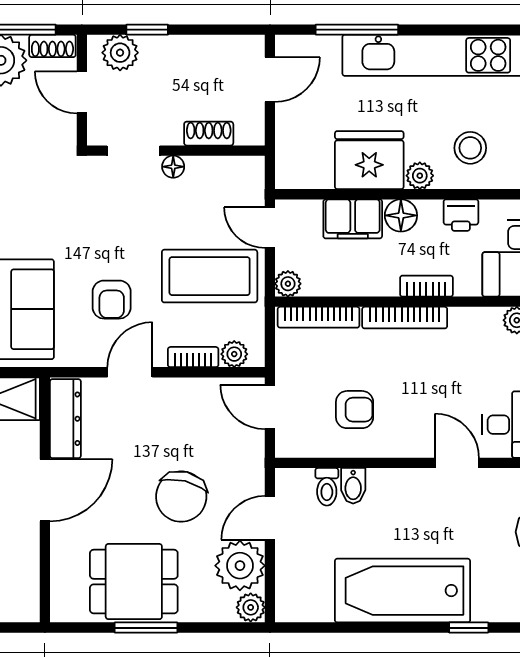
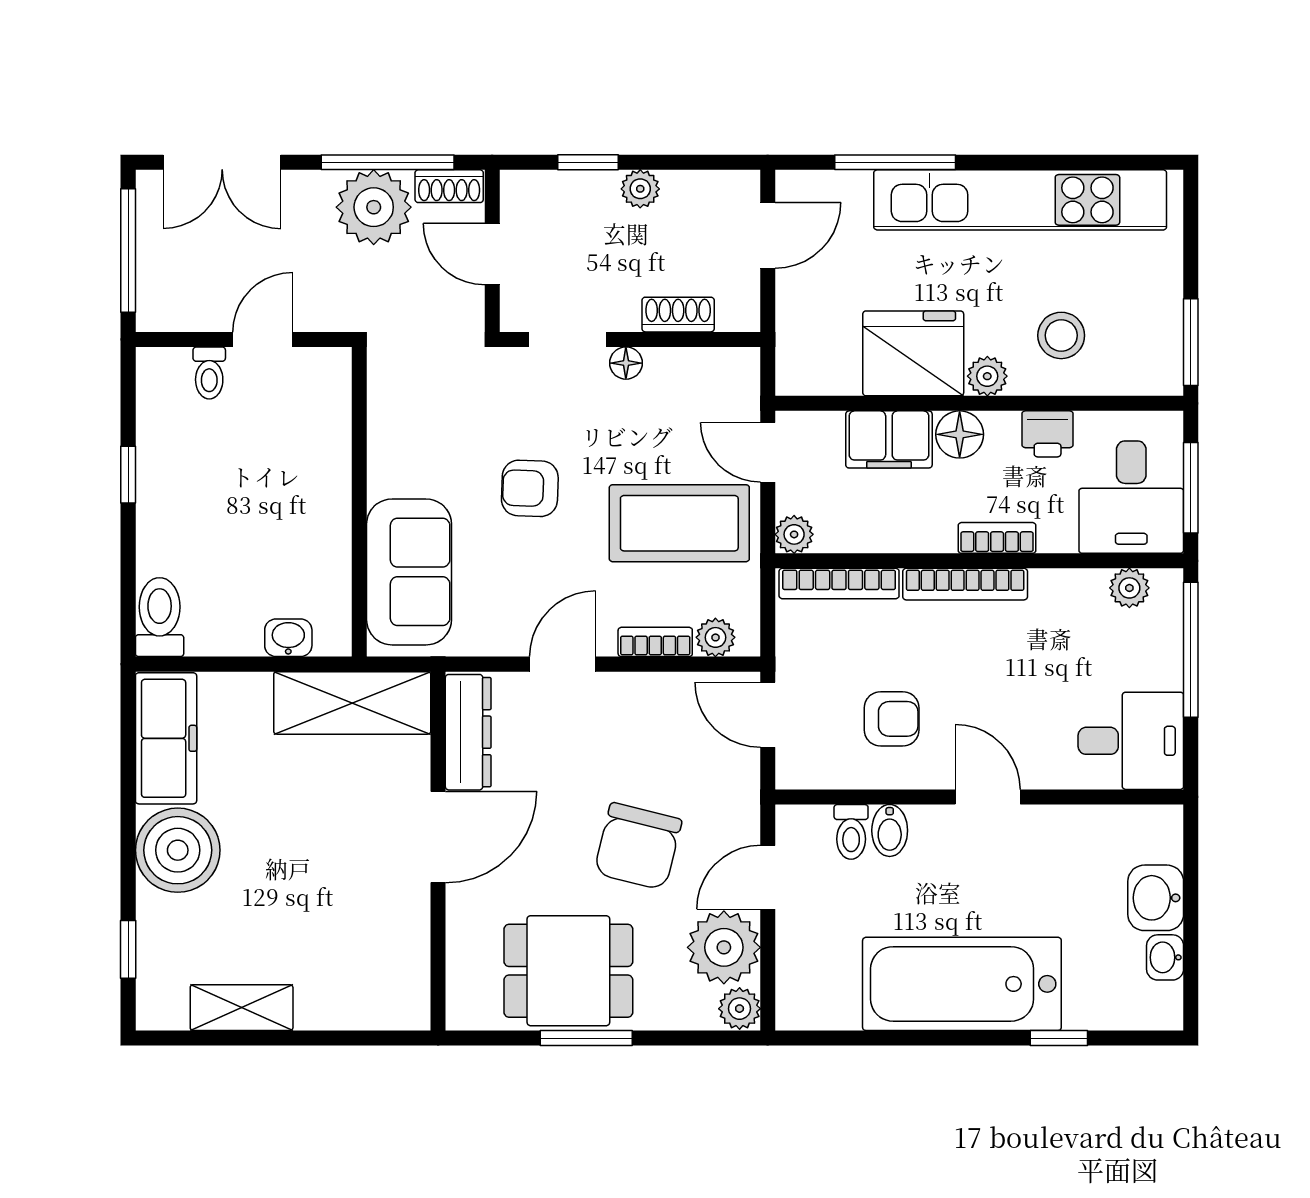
plant: (120, 53) -> (640, 189), moved, width x0.73, depth x0.73
armchair: (112, 300) -> (530, 488), moved, turned 92
door: (457, 463) -> (988, 797), moved

